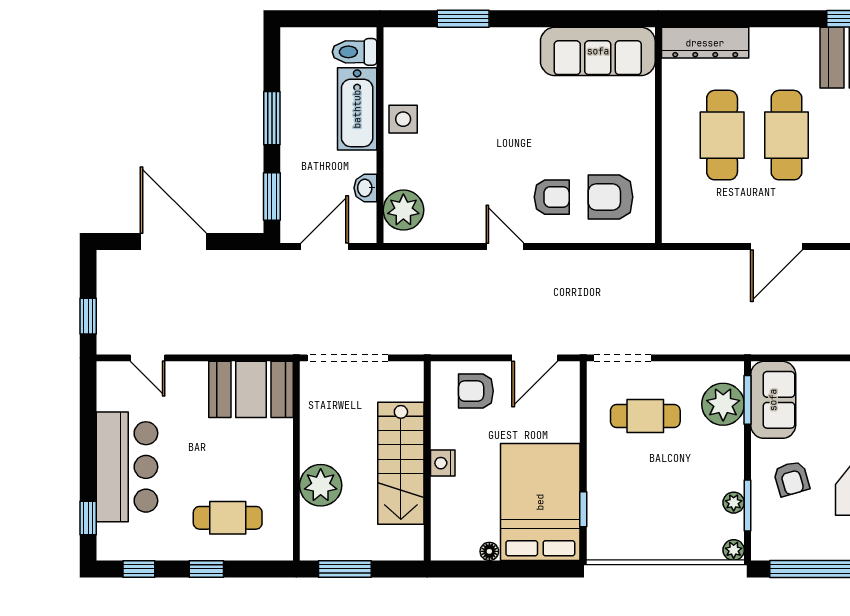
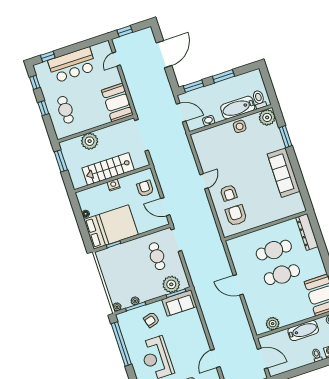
sofa: (598, 51) -> (284, 173), moved
plant: (403, 210) -> (267, 117), moved

